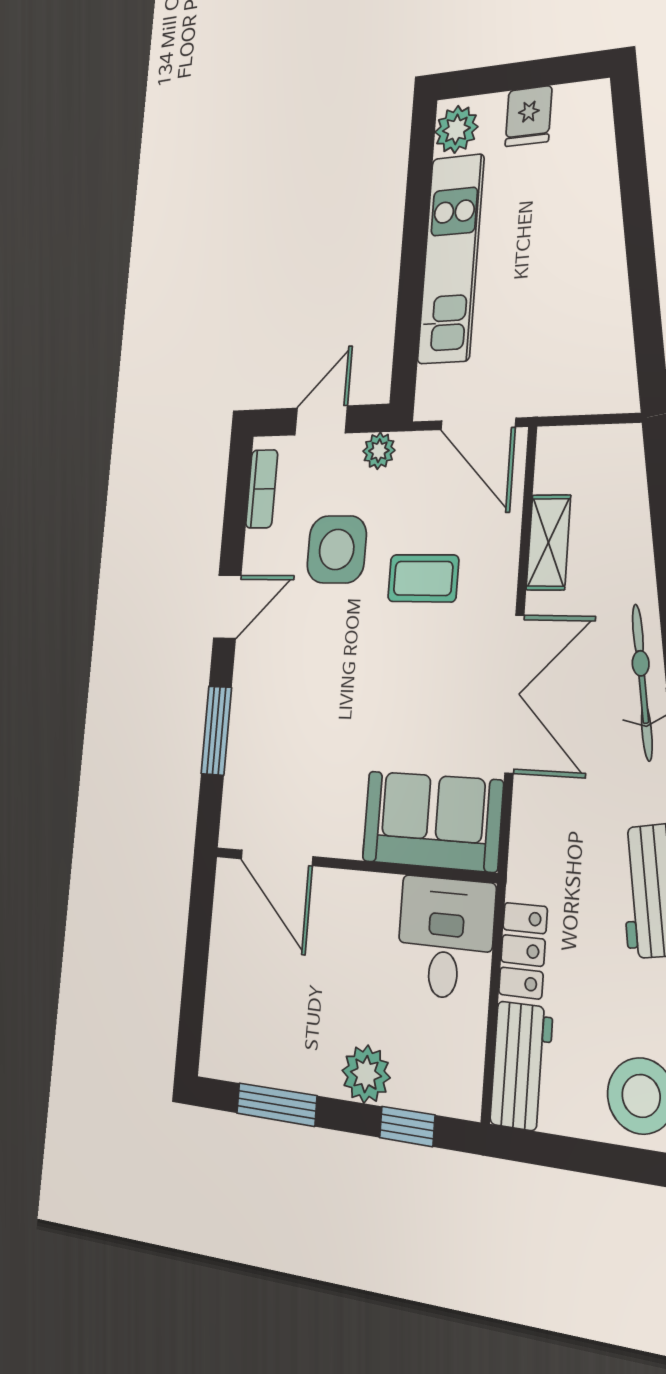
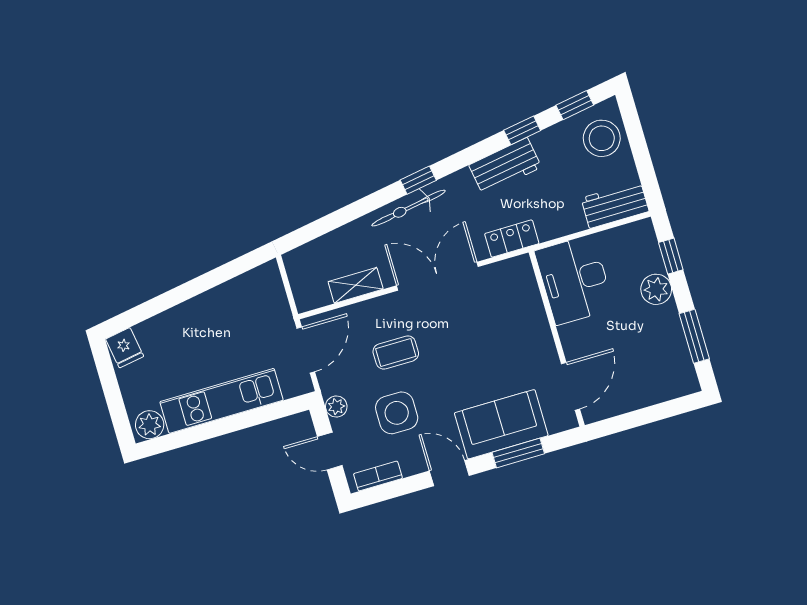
fridge: (529, 116) -> (125, 348), moved, turned 81
coffee table: (423, 578) -> (396, 352), turned 90
sofa: (432, 821) -> (501, 424), moved, turned 90
desk: (445, 938) -> (574, 280), width x1.37
locker: (523, 951) -> (512, 239), moved

